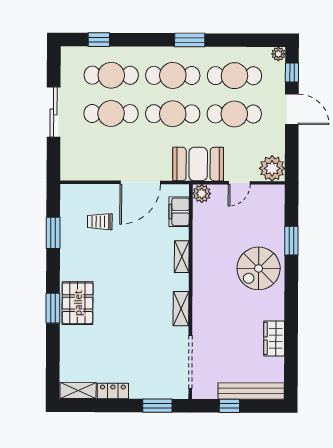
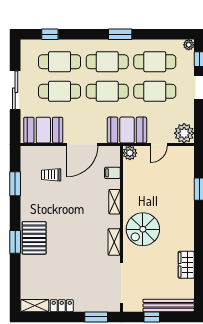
booth: (90, 164) -> (43, 130), added
filing cabinet: (179, 212) -> (112, 173), width x0.50
spiral stairs: (259, 268) -> (143, 229), moved

